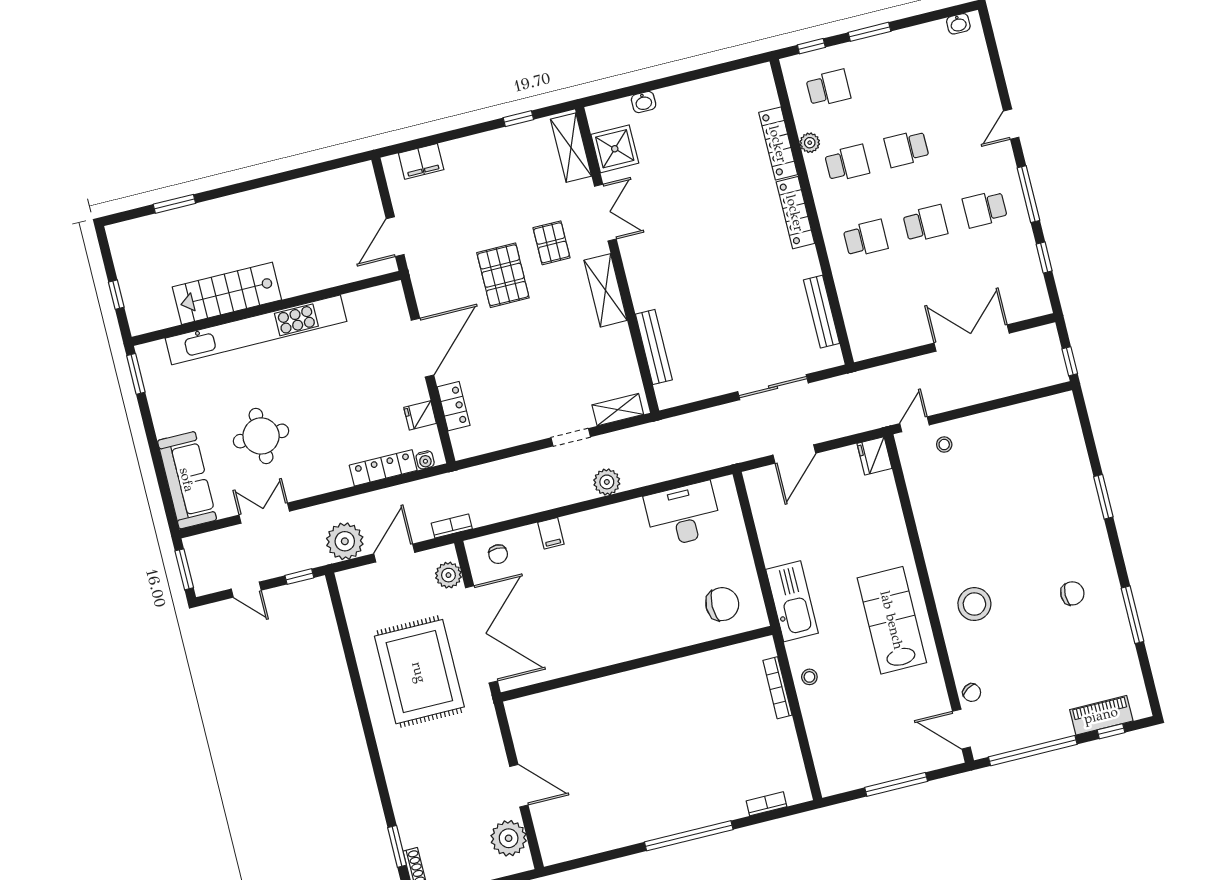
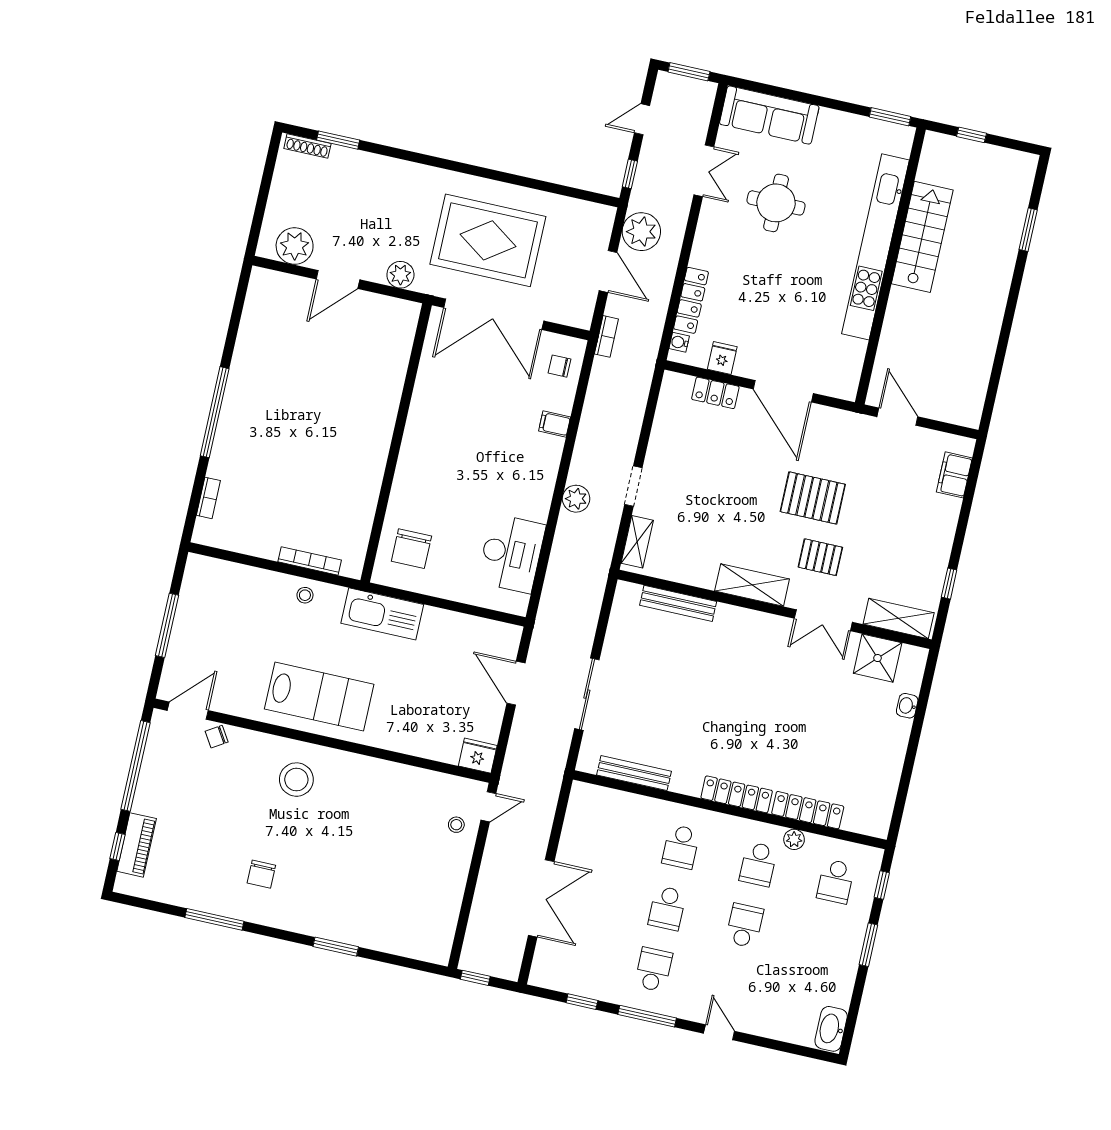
washbasin: (958, 24) -> (831, 1029), width x1.91, depth x1.45
door: (914, 424) -> (488, 807), hinge flipped
plant: (448, 575) -> (400, 275), moved

